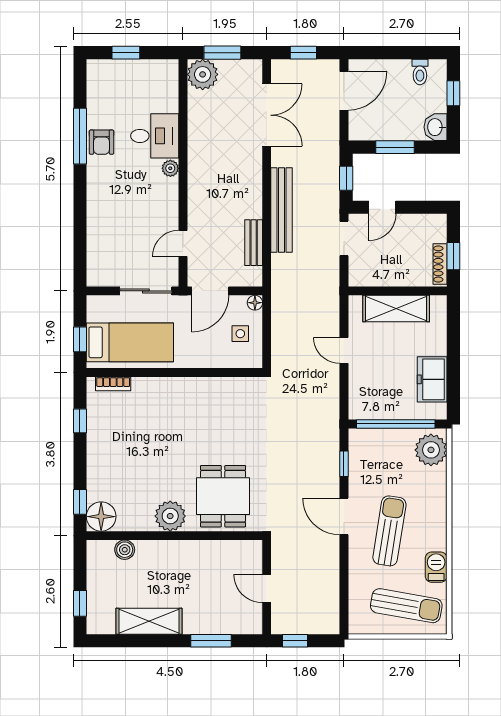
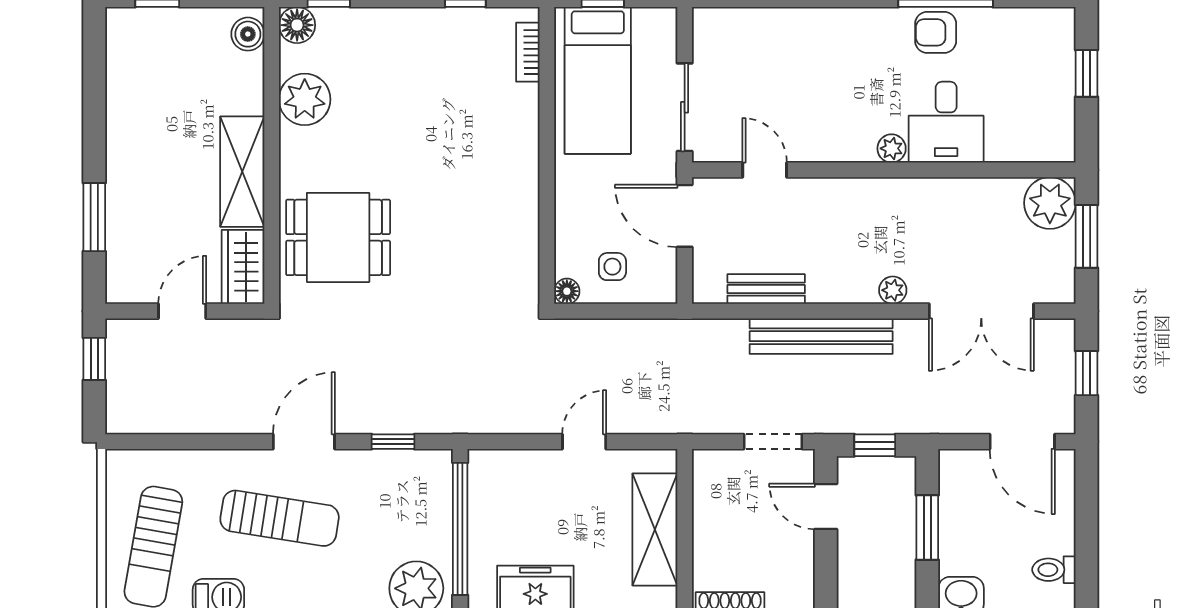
plant: (254, 168) -> (893, 290), added
floor lamp: (255, 303) -> (567, 291), moved
plant: (170, 516) -> (305, 99), moved
floor lamp: (101, 517) -> (297, 25), width x0.73, depth x0.73
boiler: (125, 550) -> (248, 34), moved
wardrobe: (240, 553) -> (243, 267), added
shelving: (149, 621) -> (242, 172), moved

